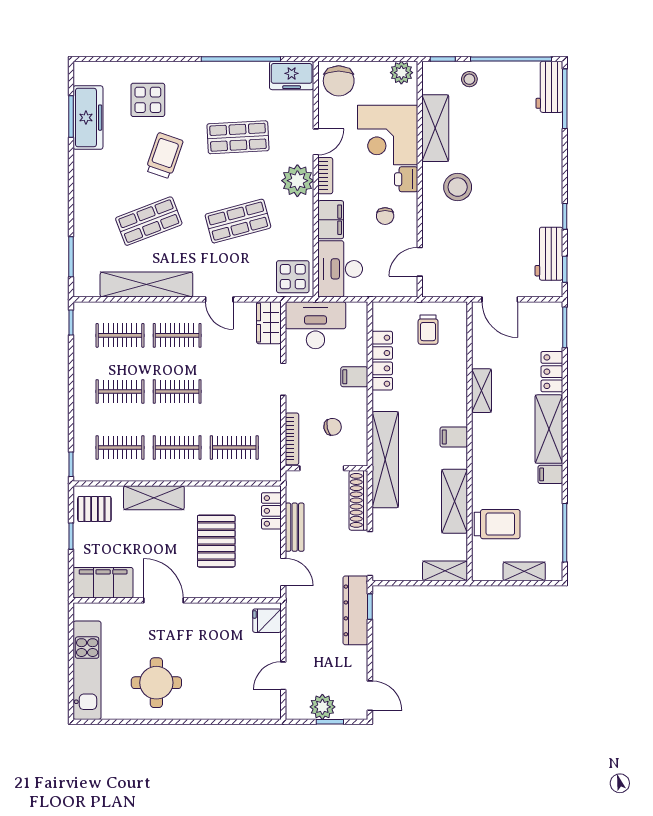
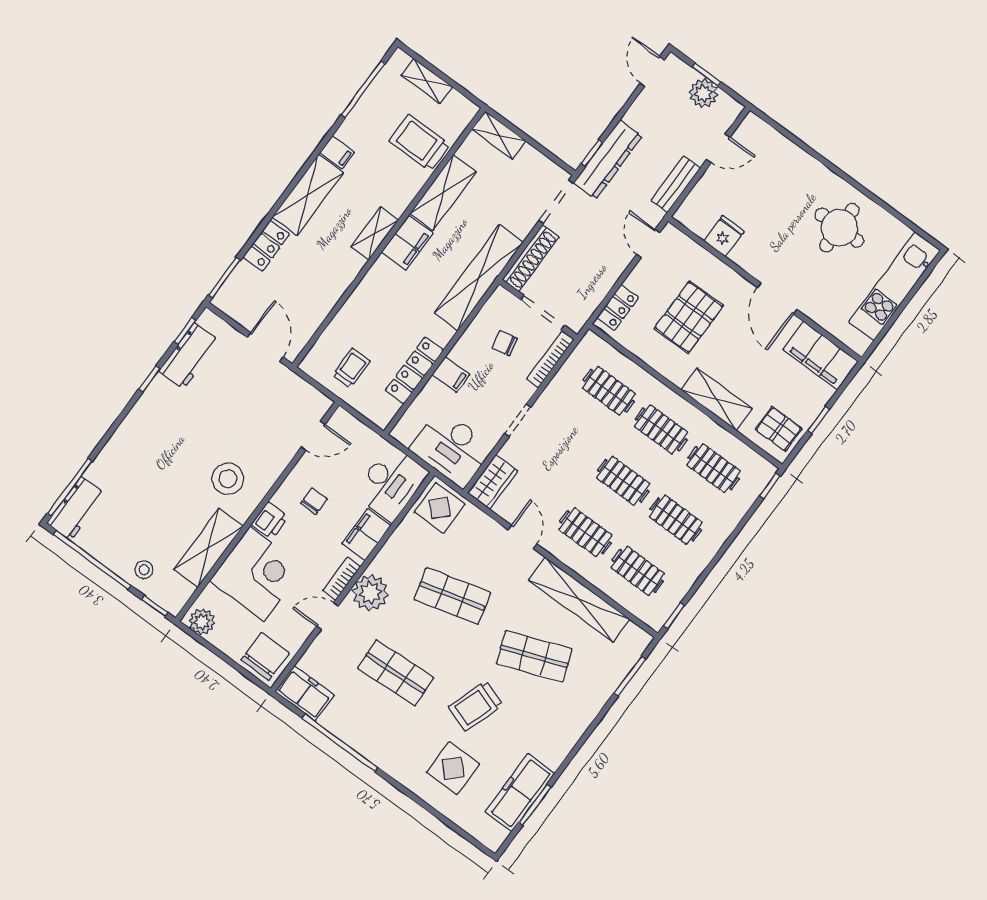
shelving: (482, 391) -> (375, 233), moved
filing cabinet: (454, 437) -> (407, 243), width x2.00
bench: (295, 527) -> (676, 184), moved
fridge: (267, 621) -> (724, 236), moved, turned -90

